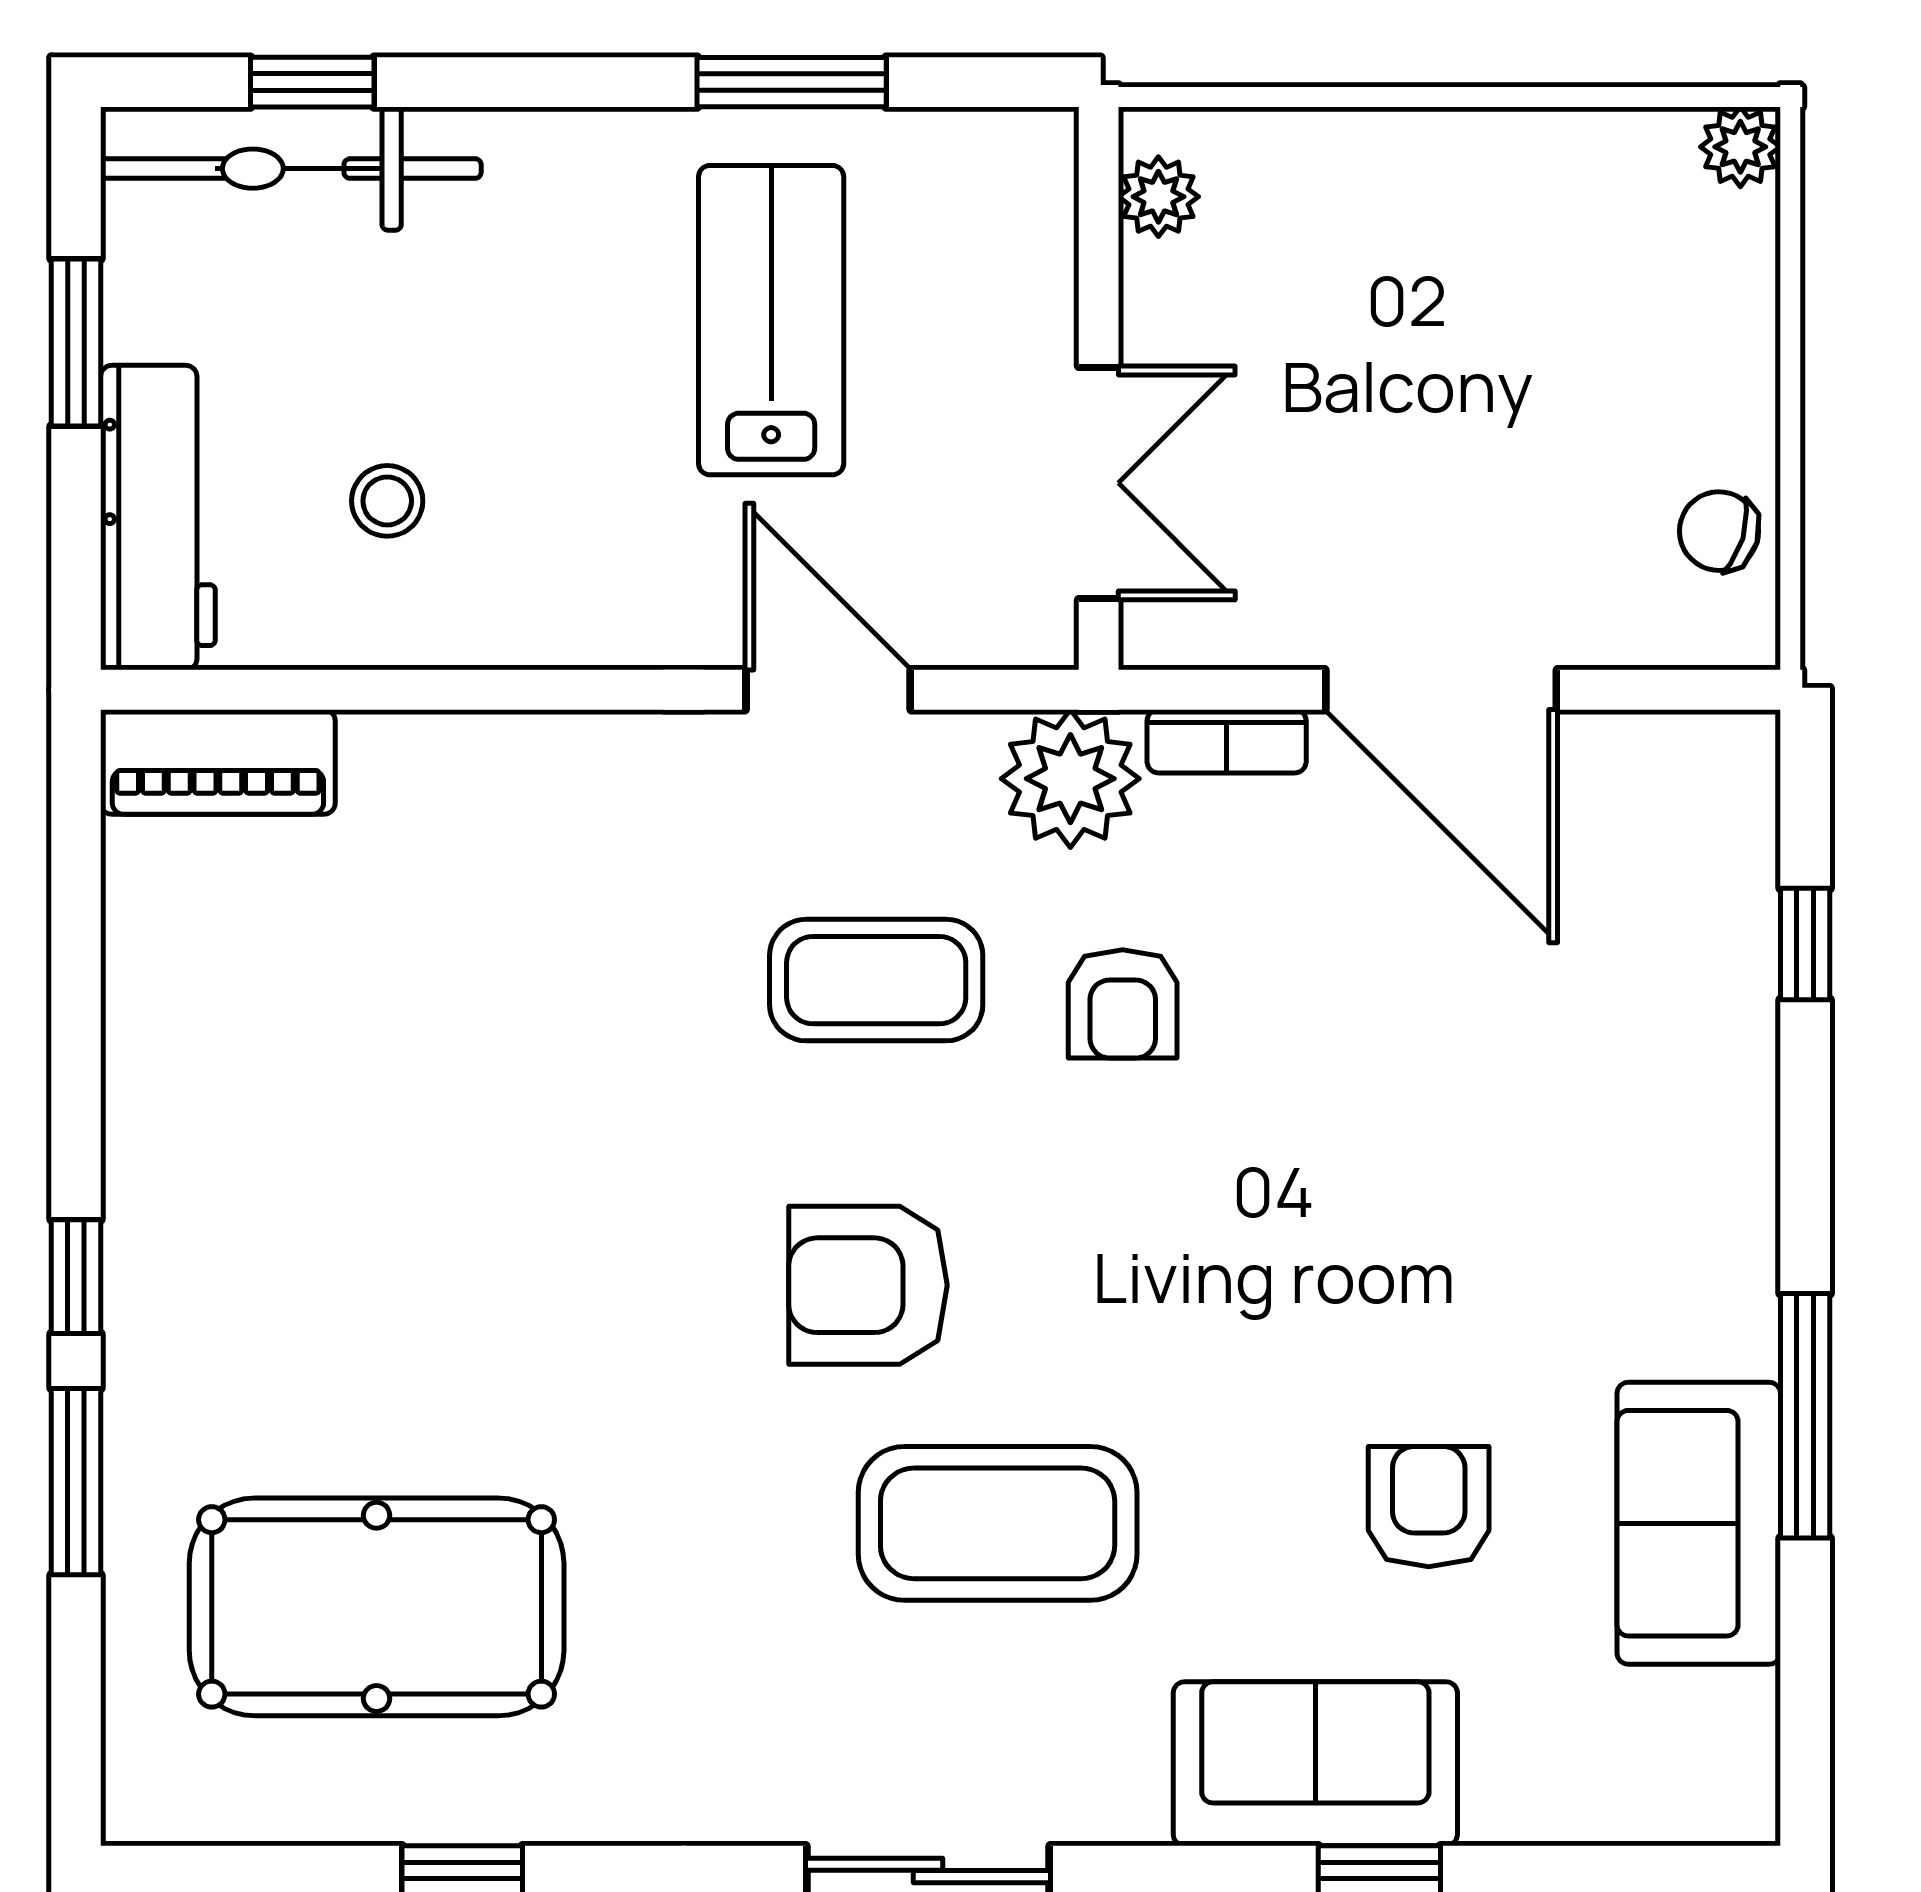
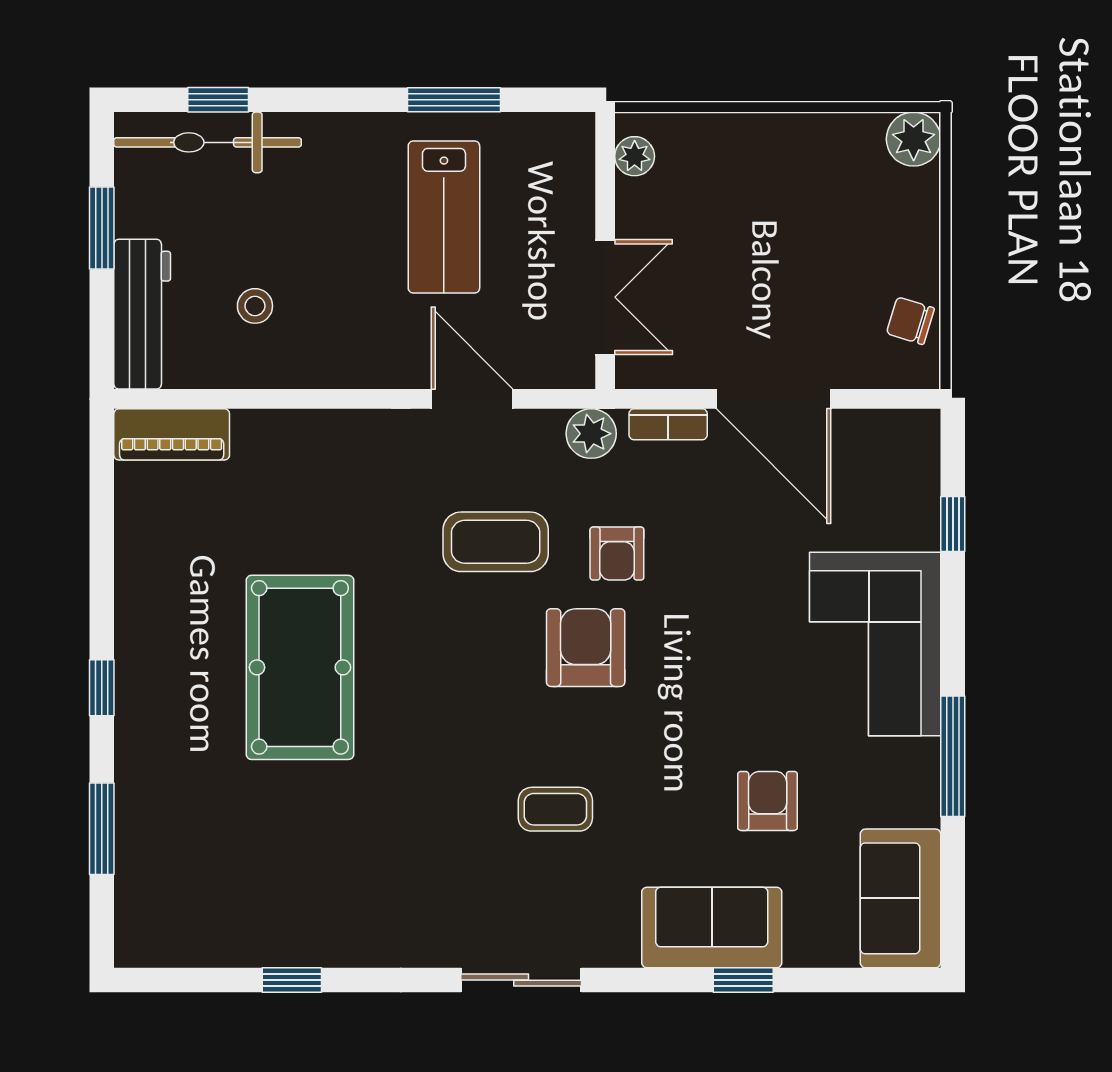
plant: (1740, 147) -> (914, 139), width x1.38, depth x1.38
lab bench: (771, 320) -> (444, 217), turned 180
plant: (1070, 779) -> (591, 434), width x0.73, depth x0.73
corner sofa: (1647, 1188) -> (875, 644), added
armchair: (868, 1285) -> (586, 648), moved, turned 90
window: (76, 1482) -> (102, 829), moved
coffee table: (998, 1523) -> (555, 809), width x0.54, depth x0.58
sofa: (1699, 1523) -> (900, 898), moved
pool table: (377, 1607) -> (300, 667), moved, turned 90

